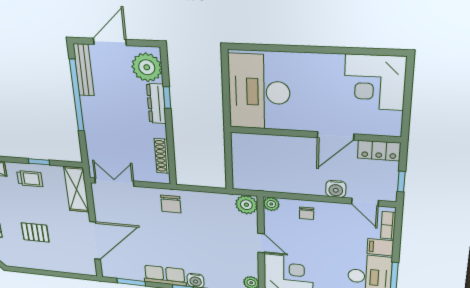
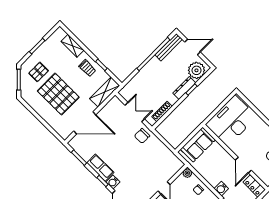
door: (335, 136) -> (243, 165), hinge flipped
sofa: (248, 159) -> (198, 145), added
double door: (114, 182) -> (135, 112), moved
plant: (246, 205) -> (176, 164), removed
pallet: (35, 232) -> (58, 94), width x2.05, depth x2.00

